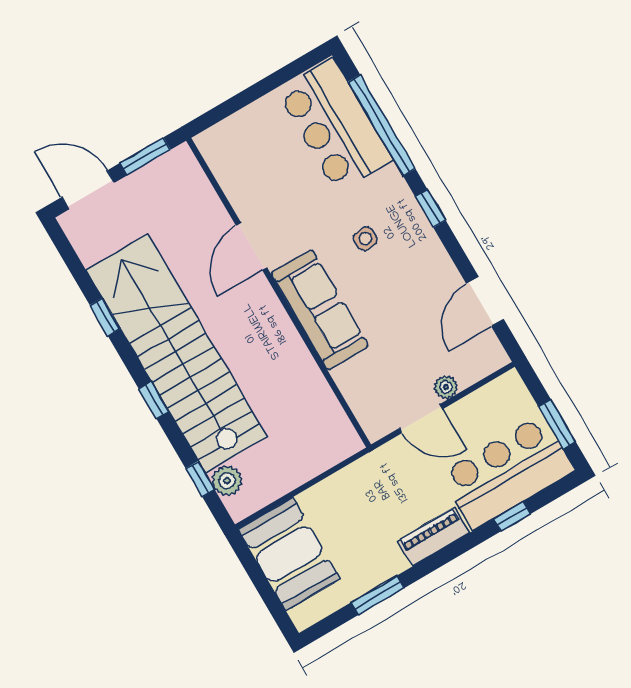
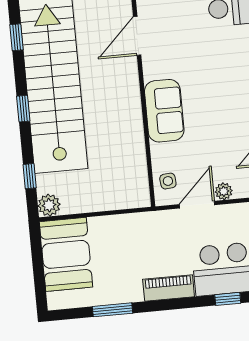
side table: (365, 239) -> (168, 181), moved
sofa: (320, 310) -> (164, 111), width x0.73
door: (421, 419) -> (197, 205), swing flipped
plant: (227, 481) -> (49, 205), moved

